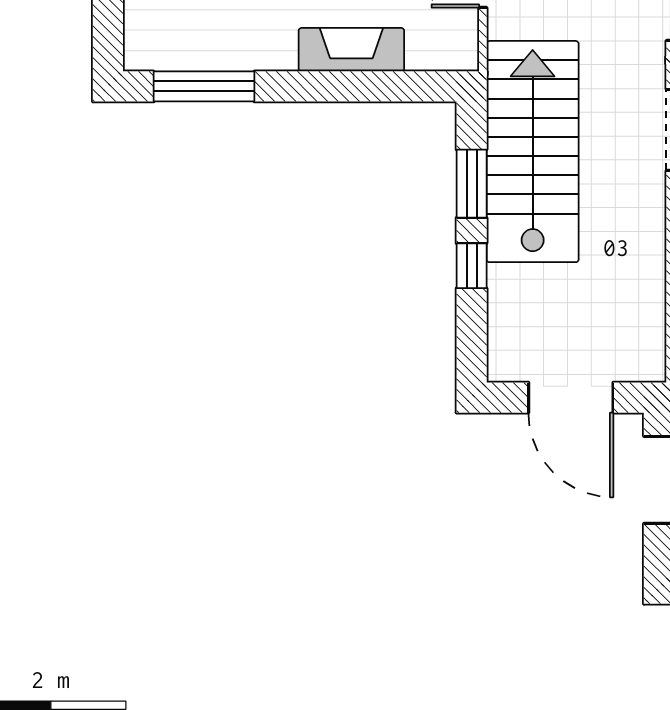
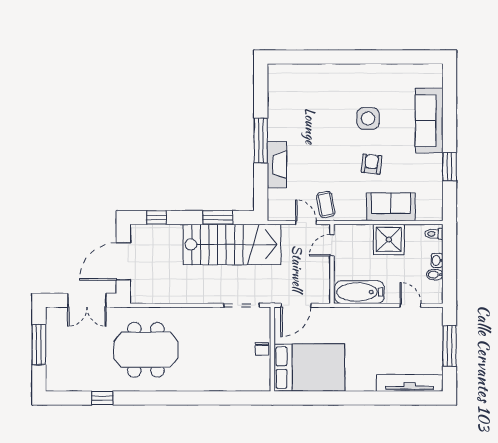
window: (204, 86) -> (261, 141), moved
window: (472, 266) -> (157, 218), moved

